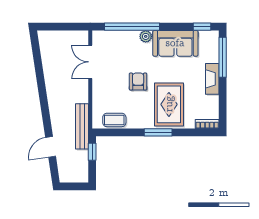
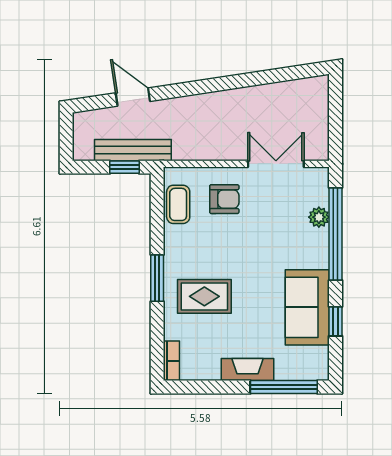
window: (202, 27) -> (335, 321), moved
plant: (146, 36) -> (319, 217), moved
armchair: (138, 82) -> (224, 199), moved
rug: (169, 104) -> (204, 296), width x0.73, depth x0.70
bench: (82, 126) -> (133, 150), moved

